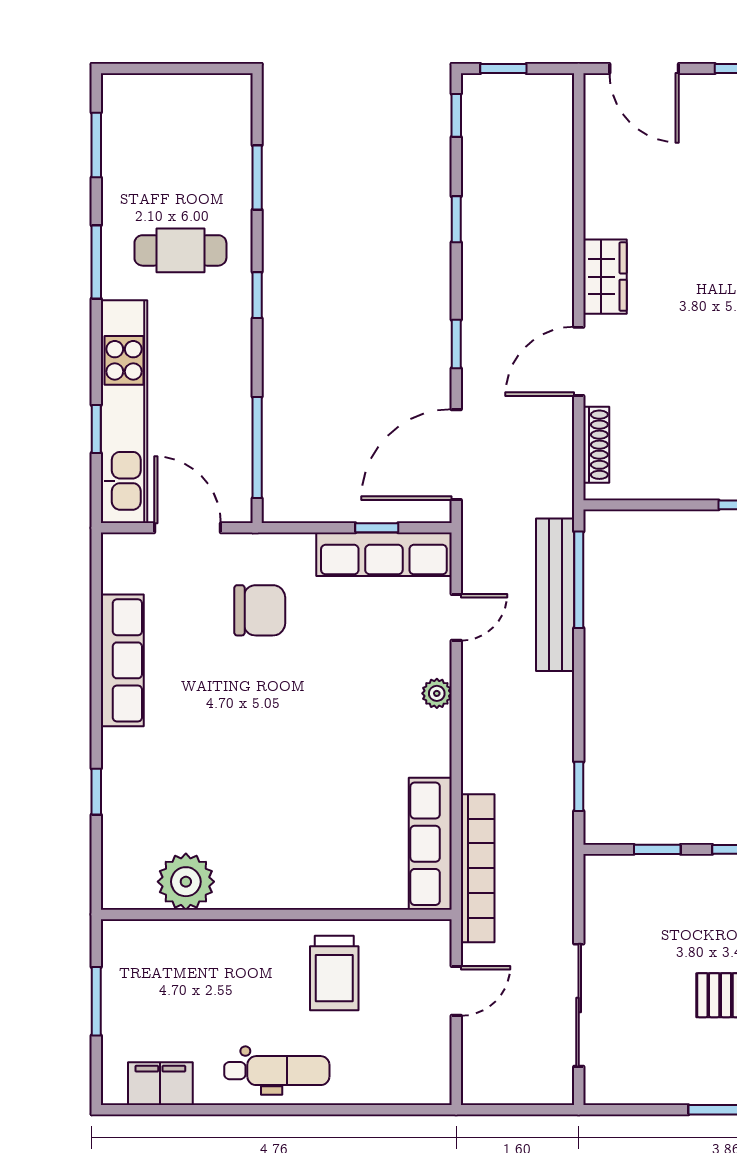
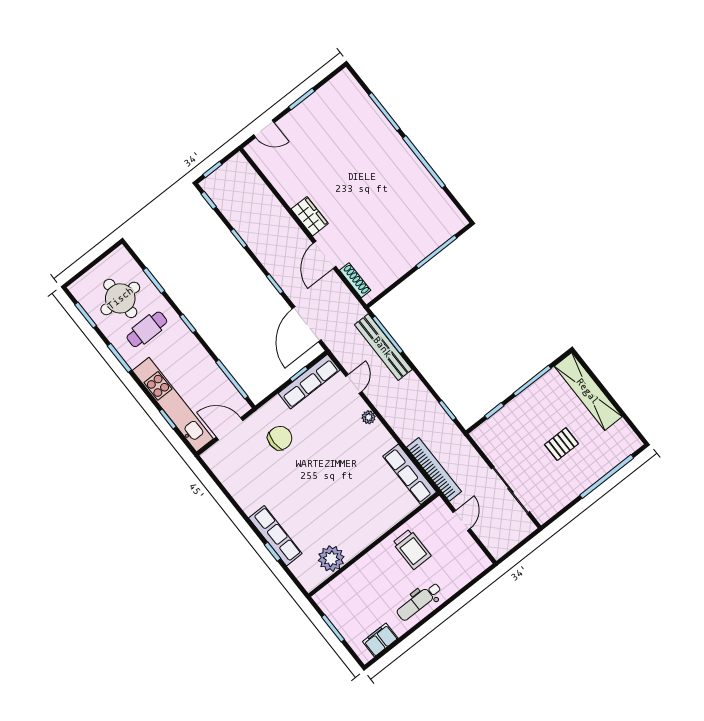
door: (644, 68) -> (264, 129), width x0.73
round table: (177, 163) -> (120, 298), added
row of seats: (122, 660) -> (275, 536), moved
dental chair: (277, 1071) -> (419, 601), turned 180

